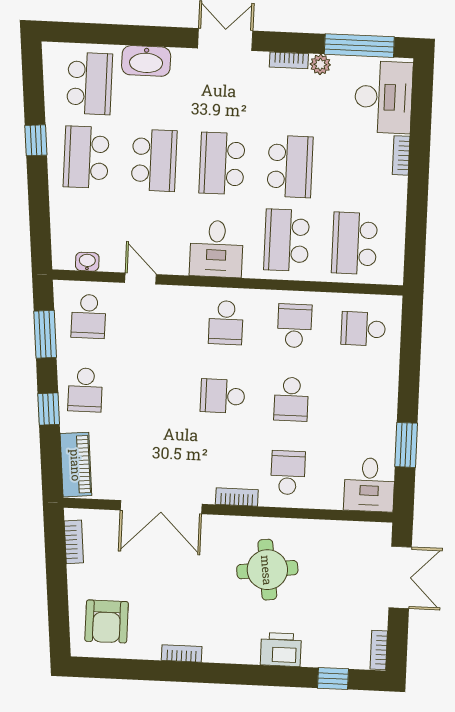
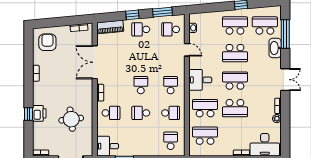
window: (359, 46) -> (285, 34), moved
school desk: (90, 83) -> (265, 26), turned 180
door: (140, 279) -> (187, 50), hinge flipped
school desk: (226, 323) -> (171, 85), turned 90
round table: (267, 570) -> (71, 119), moved
armchair: (107, 621) -> (47, 42), turned 90
window: (333, 679) -> (28, 114), moved

